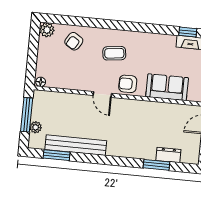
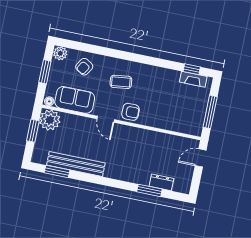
window: (33, 51) -> (45, 72), added
armchair: (128, 84) -> (131, 112), turned 180
sofa: (167, 87) -> (75, 100), moved
window: (27, 115) -> (33, 131), width x0.69
plant: (36, 127) -> (50, 120), moved, width x1.87, depth x1.87

